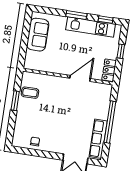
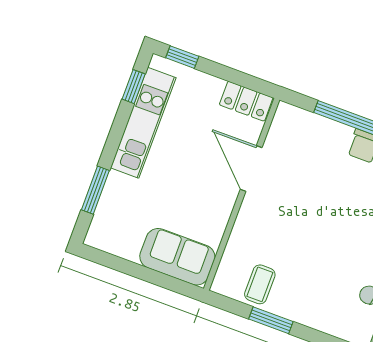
window: (76, 15) -> (95, 190), moved
sofa: (38, 35) -> (177, 257), moved
window: (121, 51) -> (182, 57), moved

